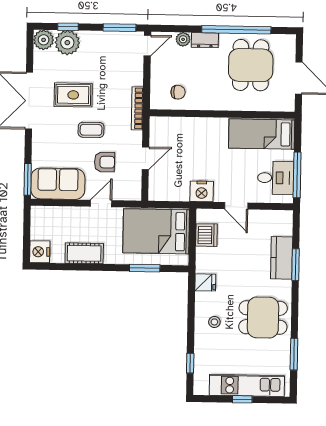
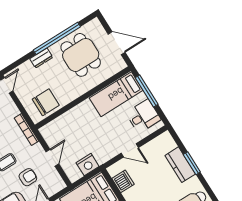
plant: (183, 39) -> (27, 67), removed
chair: (178, 92) -> (46, 102), width x1.87, depth x1.87
window: (297, 175) -> (147, 91), moved
nightstand: (202, 191) -> (88, 165), moved

